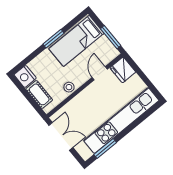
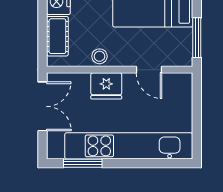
fridge: (123, 70) -> (106, 86), moved, turned -90
door: (100, 73) -> (149, 70), swing flipped

